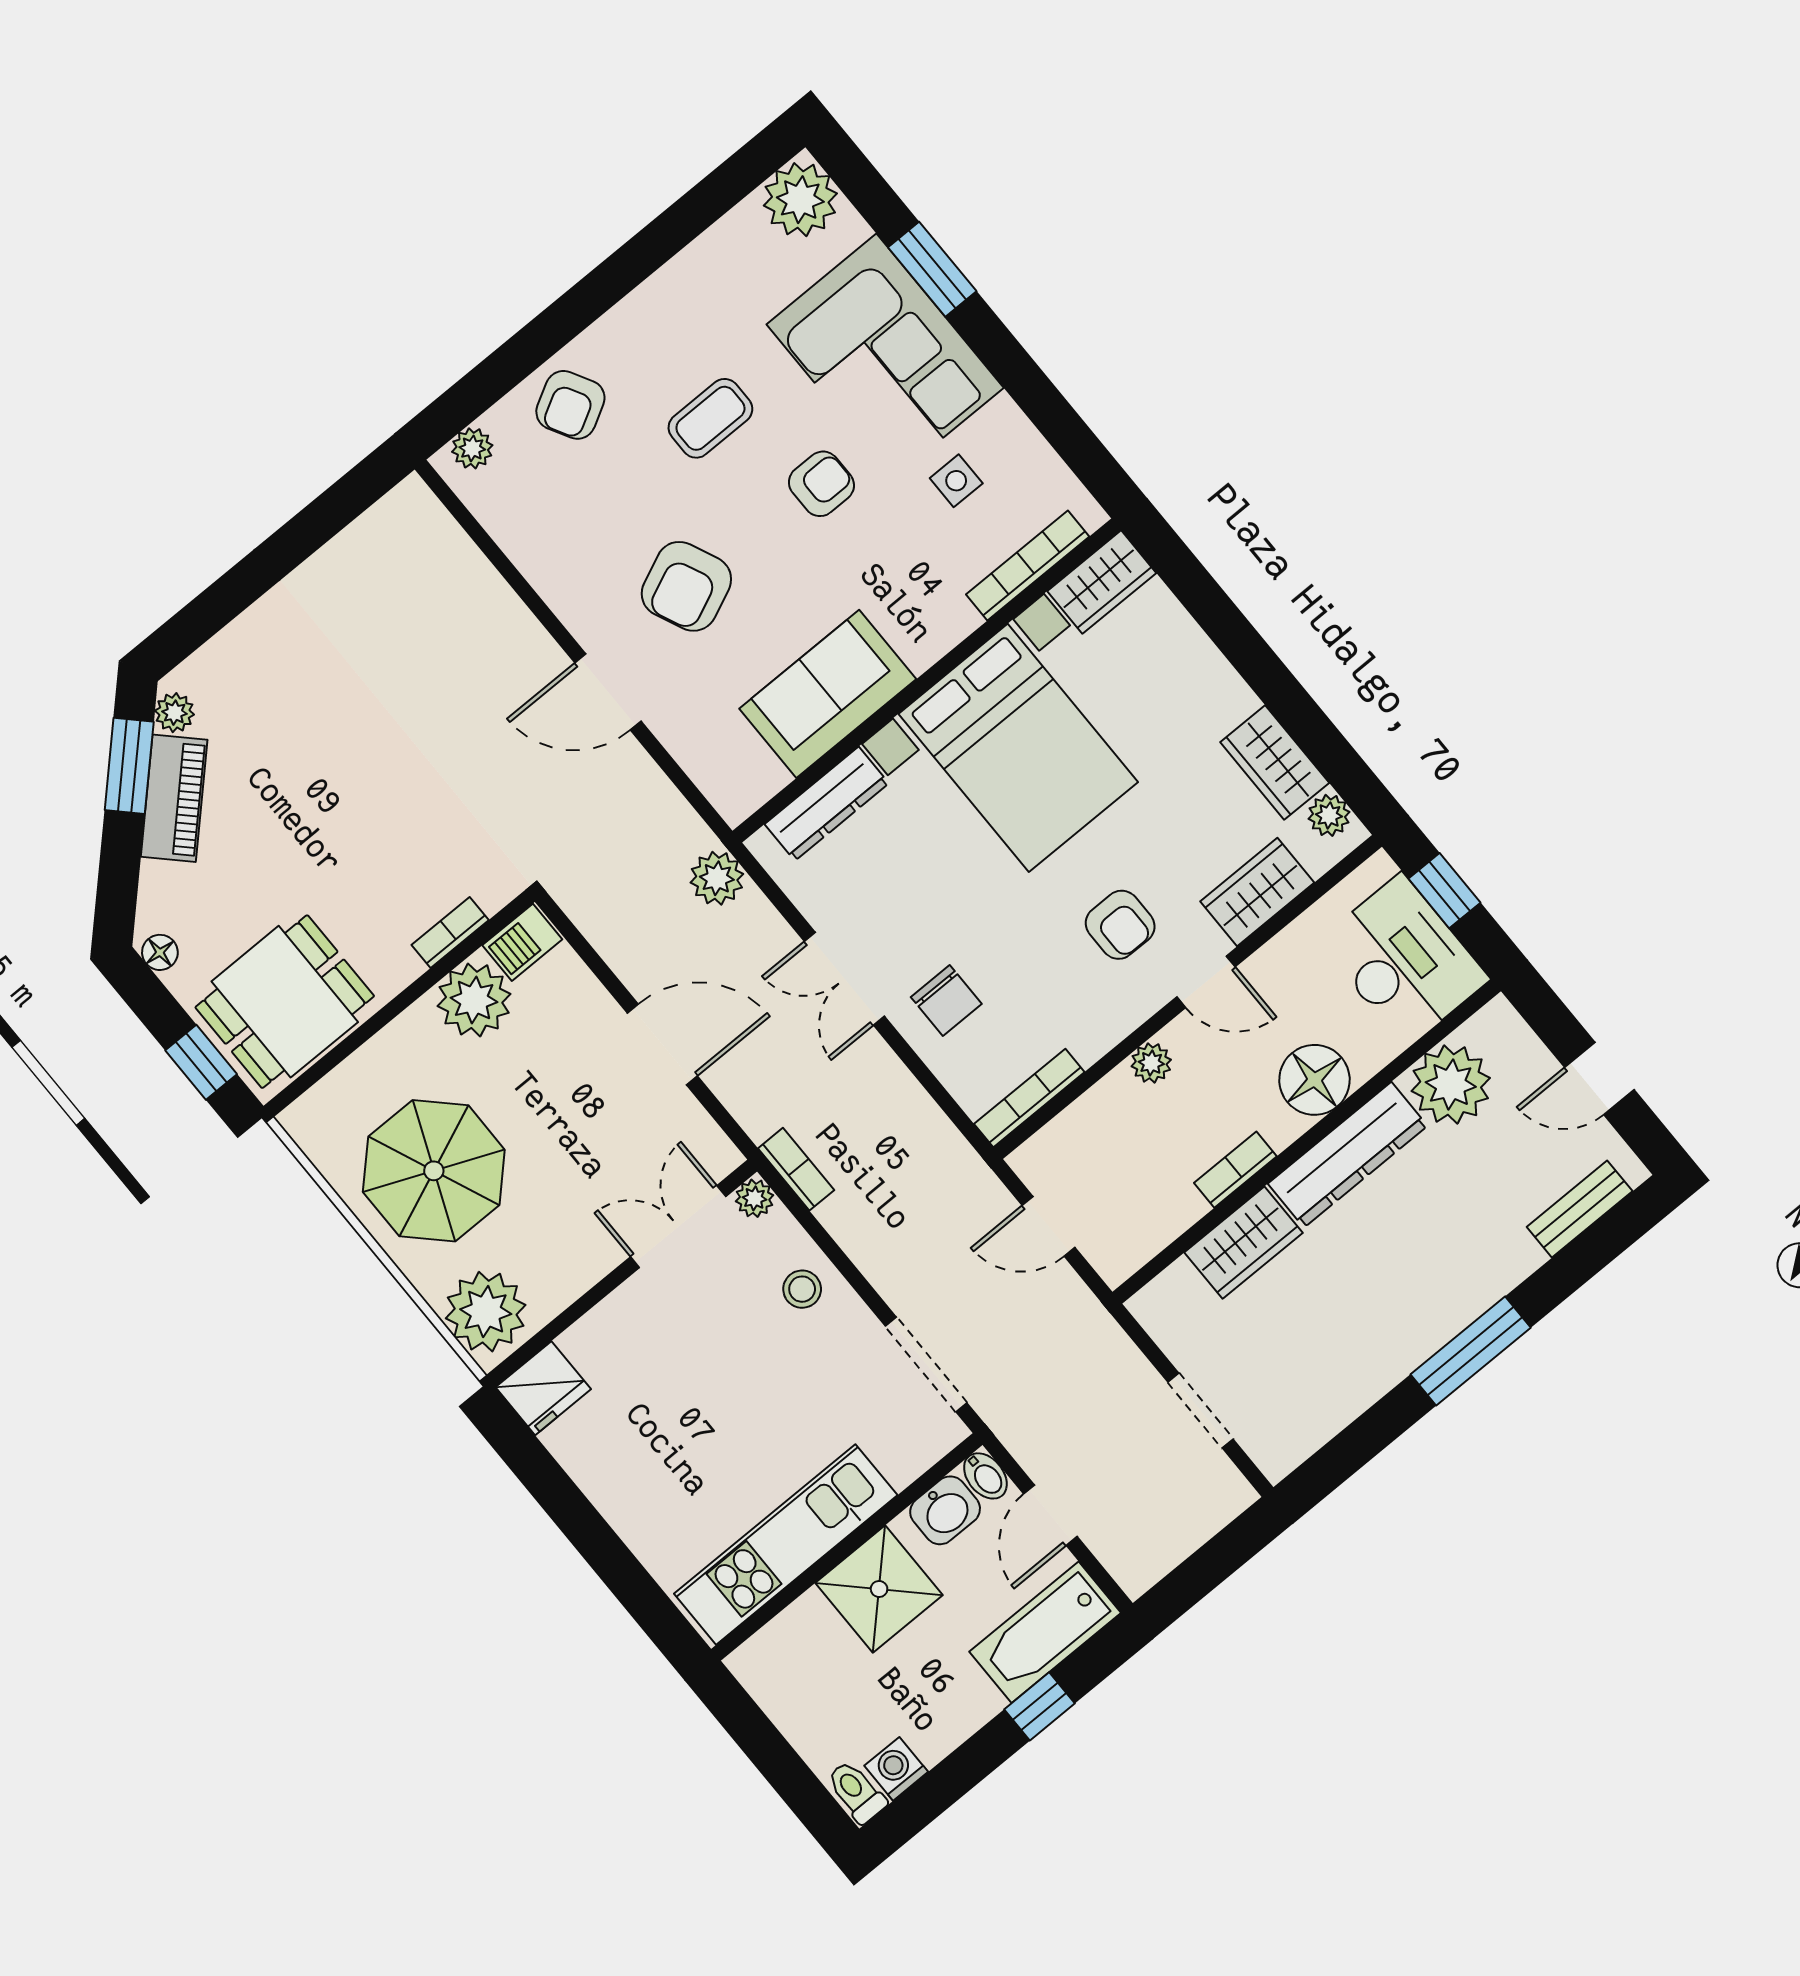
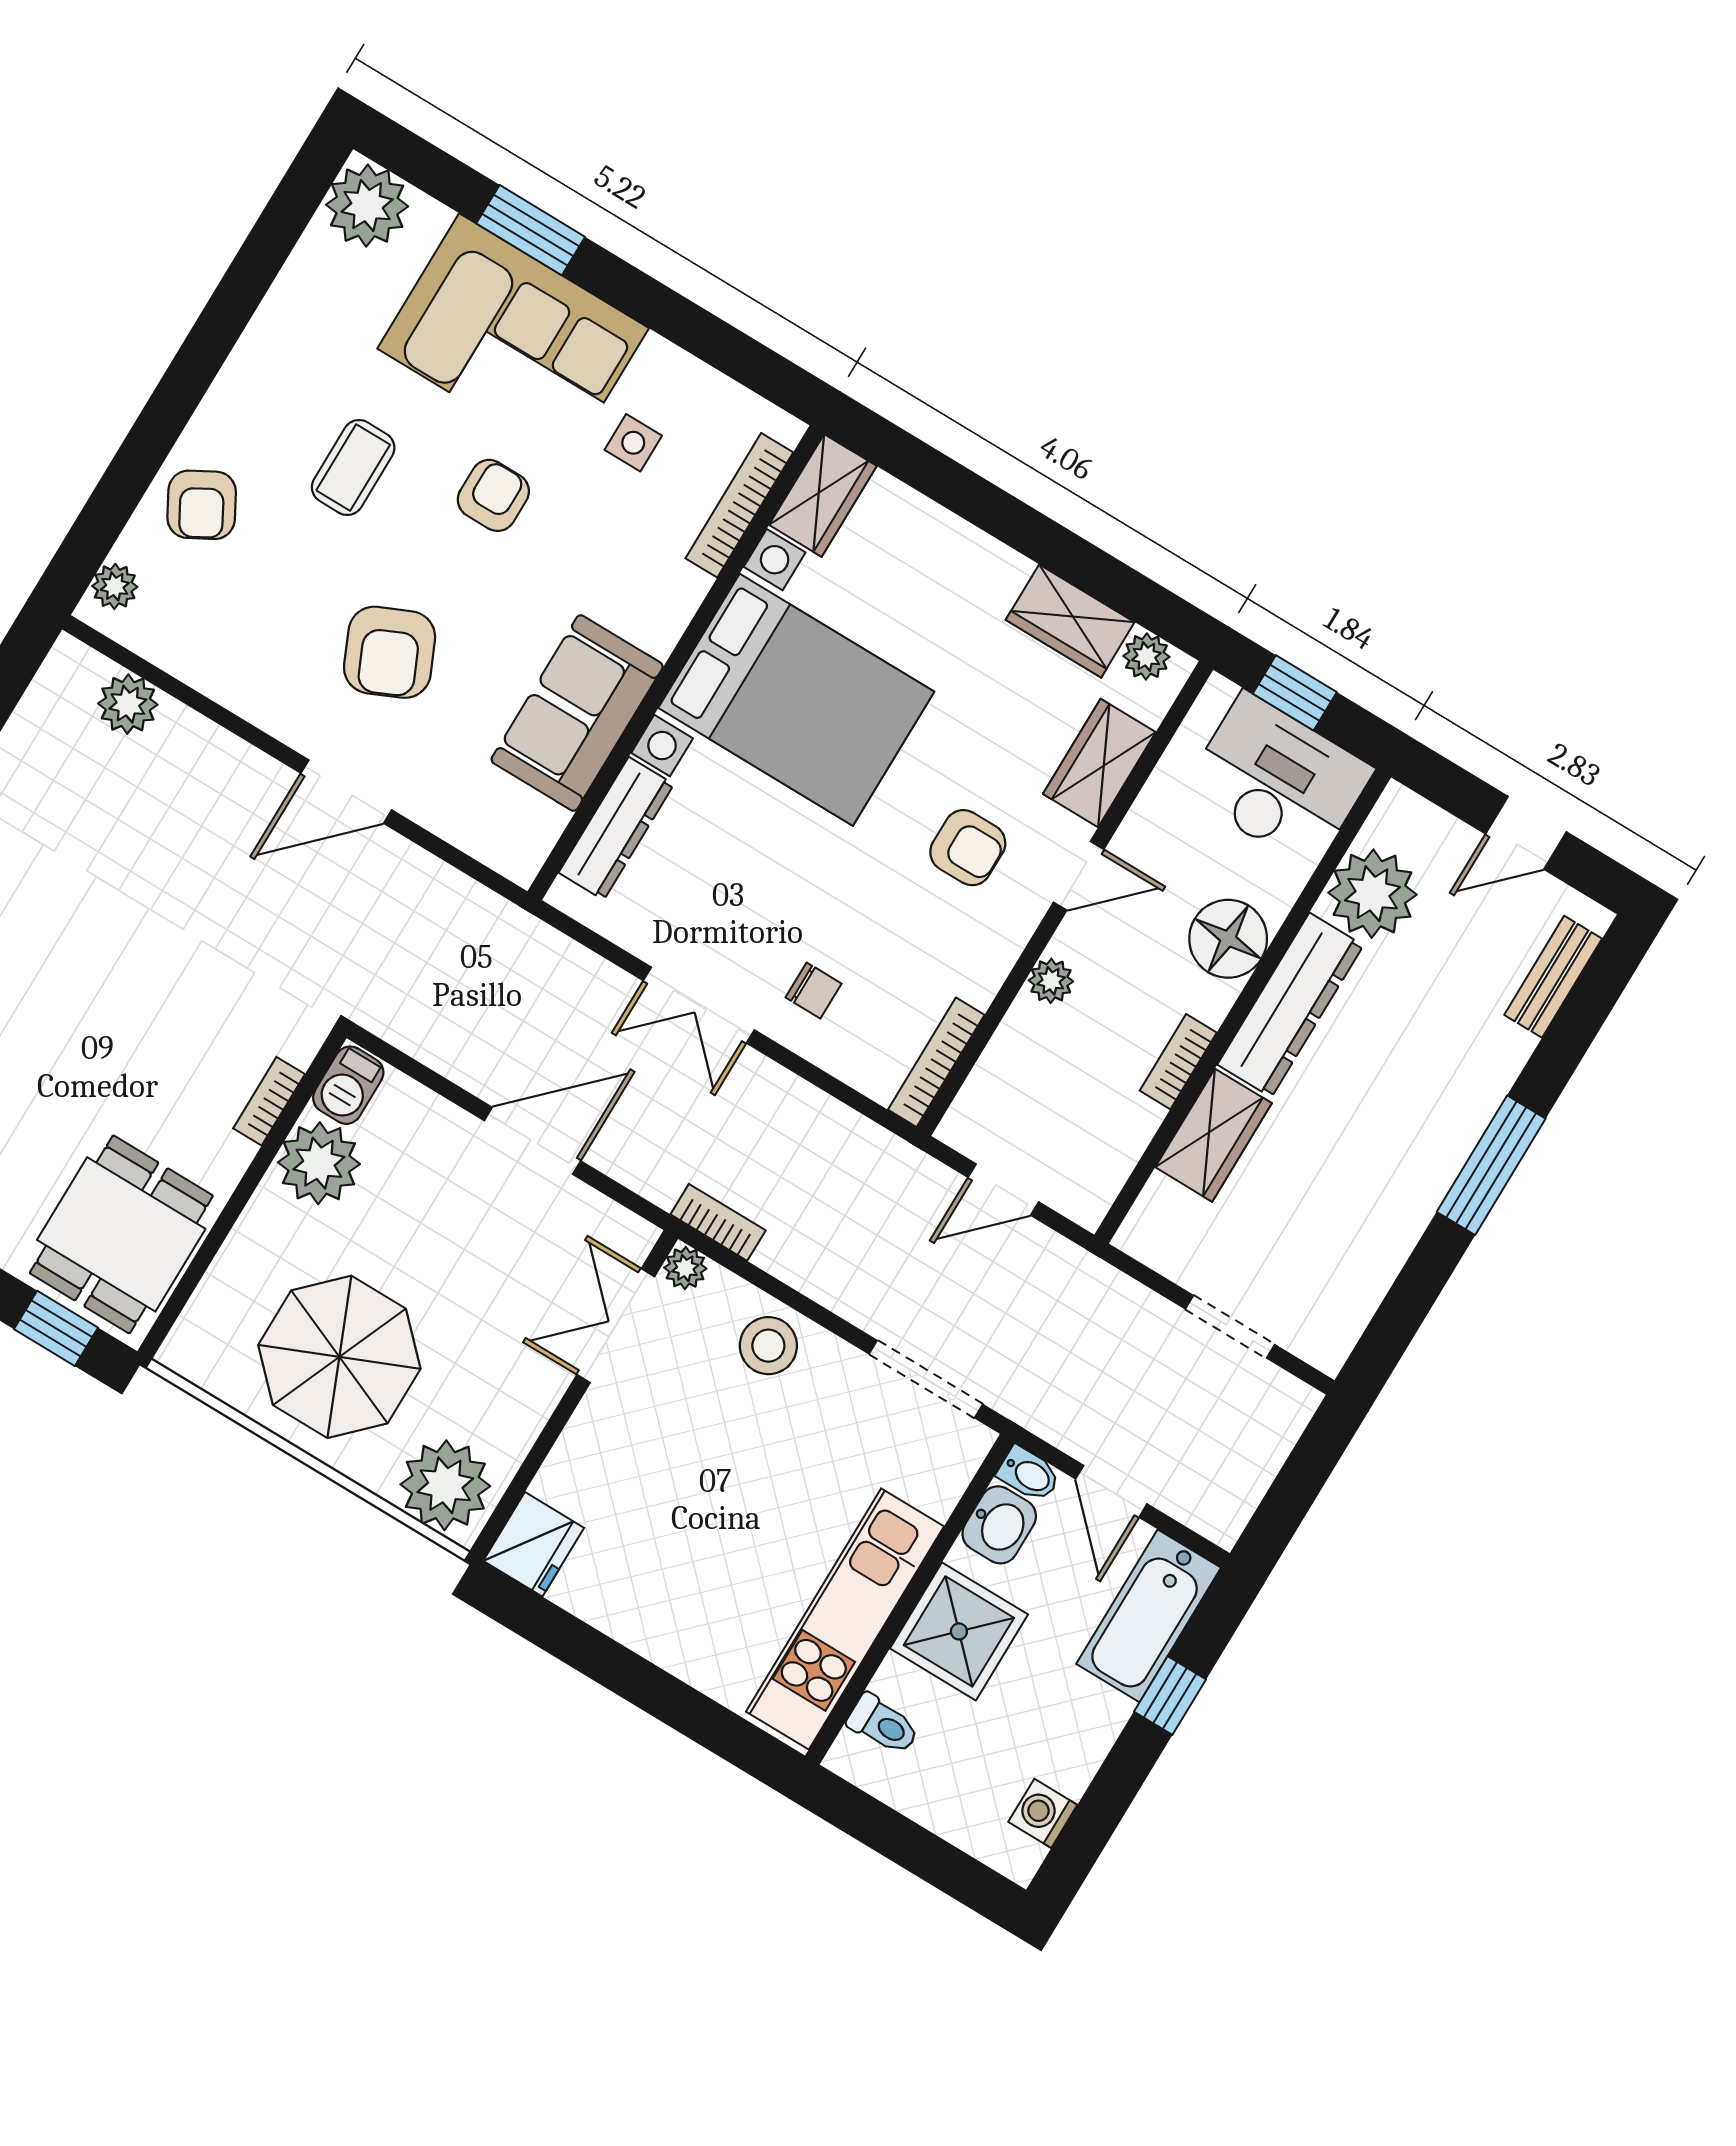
plant: (717, 878) -> (128, 704), moved
chair: (946, 1000) -> (814, 991), width x0.73, depth x0.73
stool: (802, 1289) -> (768, 1346), width x1.37, depth x1.37
toilet: (856, 1792) -> (883, 1725), moved, turned 180

